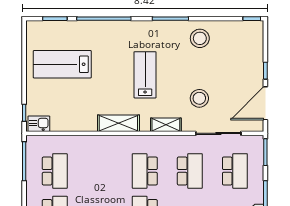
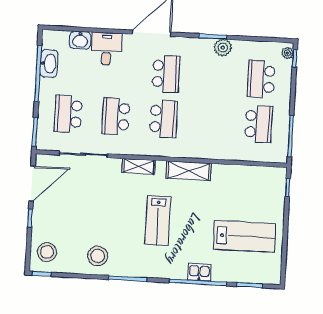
stool: (199, 98) -> (47, 252), moved
kitchen sink: (39, 124) -> (199, 272), moved, turned 180
school desk: (55, 171) -> (259, 124), turned 180

